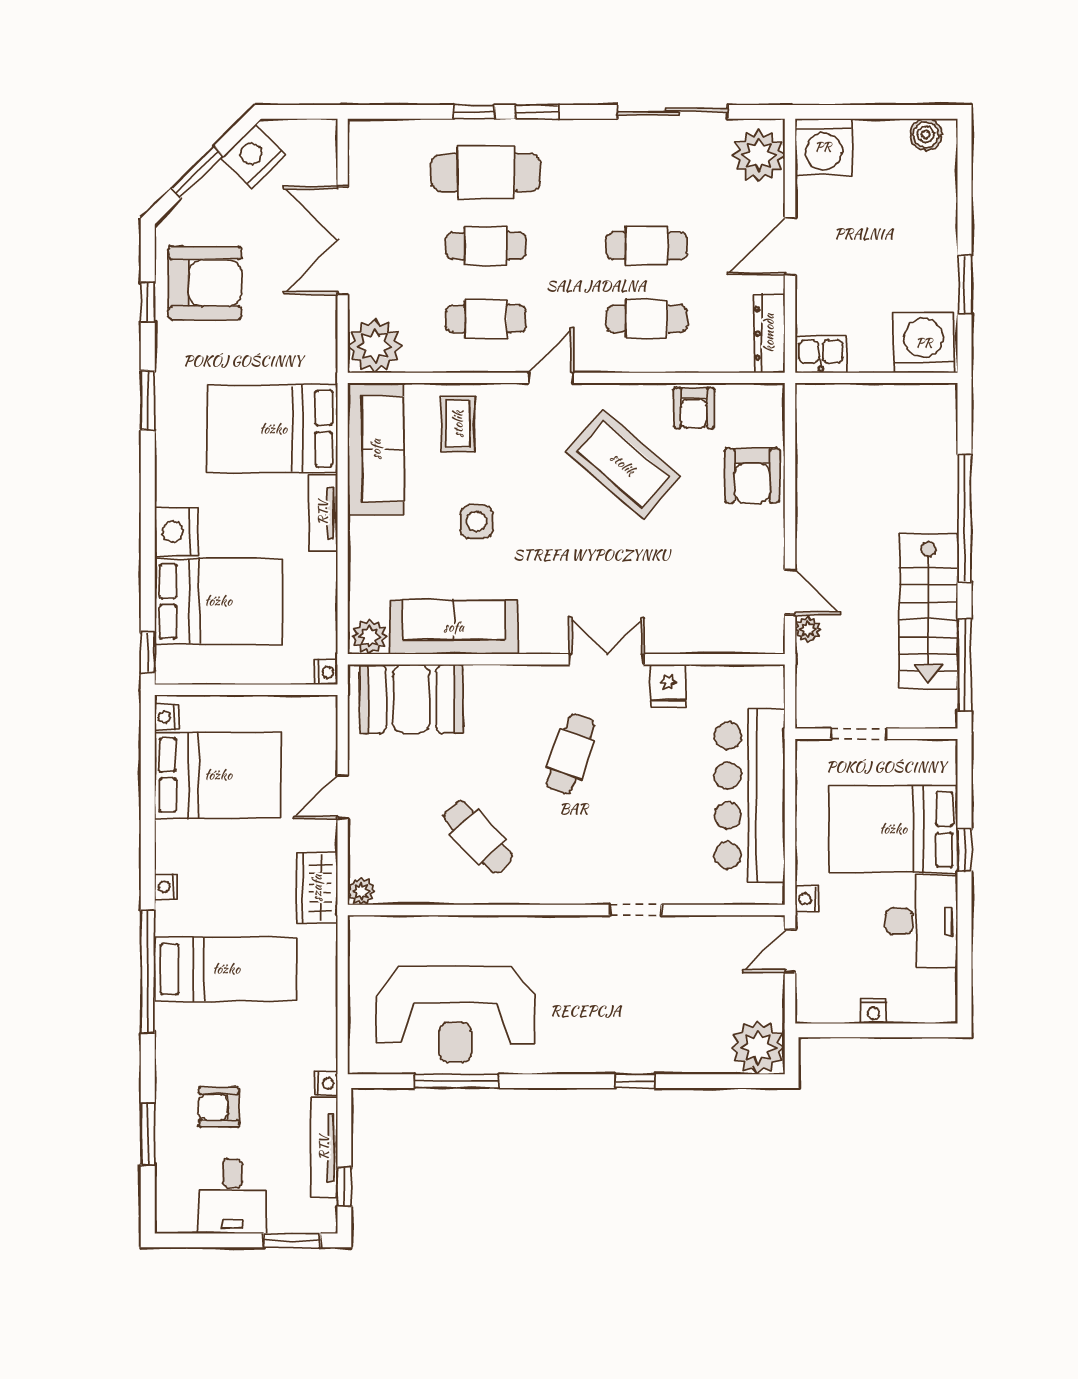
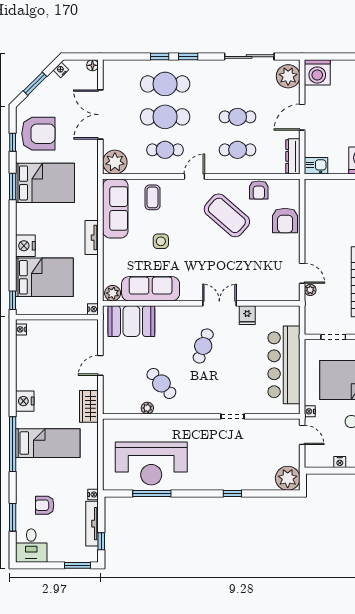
floor lamp: (325, 131) -> (92, 65), added
nightstand: (254, 156) -> (61, 70), width x0.53, depth x0.56
cafe table: (486, 246) -> (165, 117), width x1.37, depth x1.35
bed: (273, 429) -> (45, 183), moved, turned 180
bed: (218, 775) -> (44, 356), removed
nightstand: (166, 887) -> (25, 401), width x1.89, depth x1.79
plant: (361, 892) -> (147, 408), moved
door: (790, 951) -> (302, 435), swing flipped
desk: (232, 1196) -> (31, 545), moved

